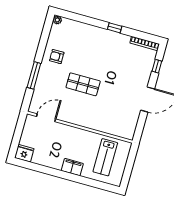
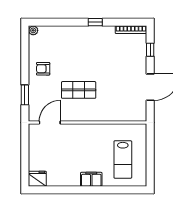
window: (34, 75) -> (25, 95), width x0.69
door: (46, 118) -> (50, 122), moved
wall: (80, 127) -> (88, 122), moved

